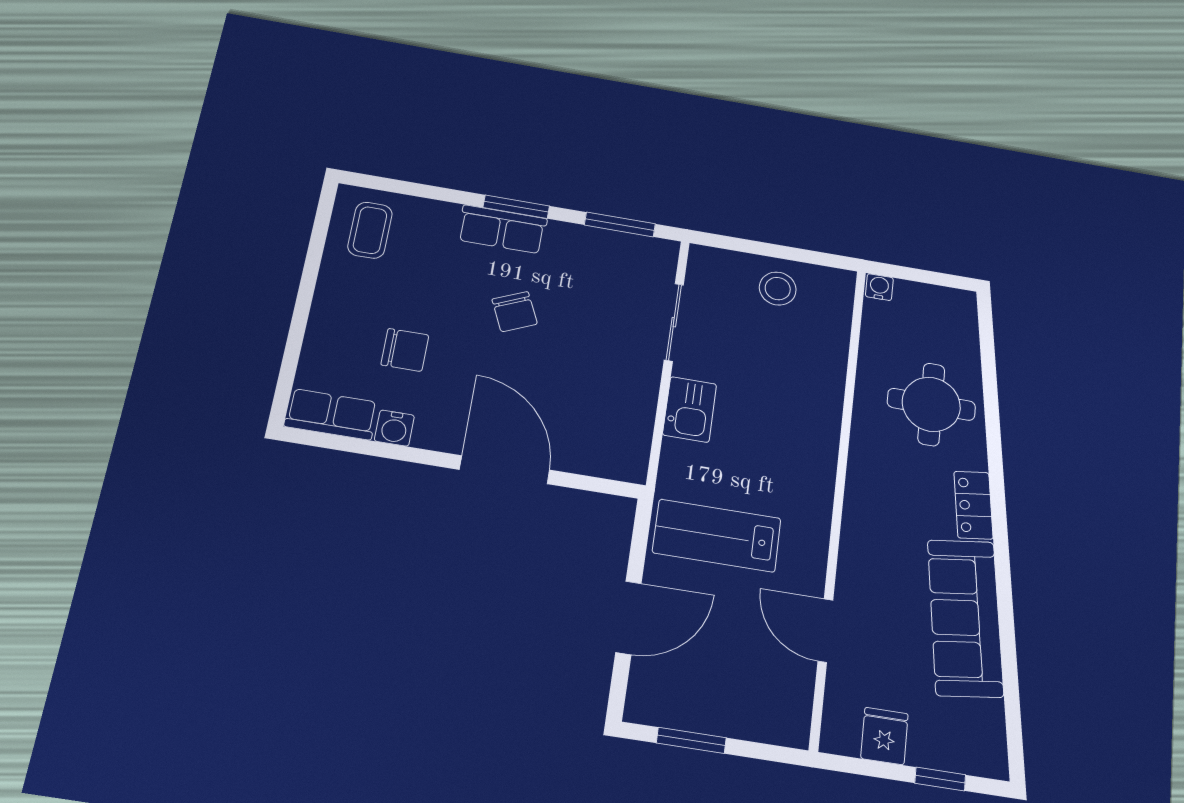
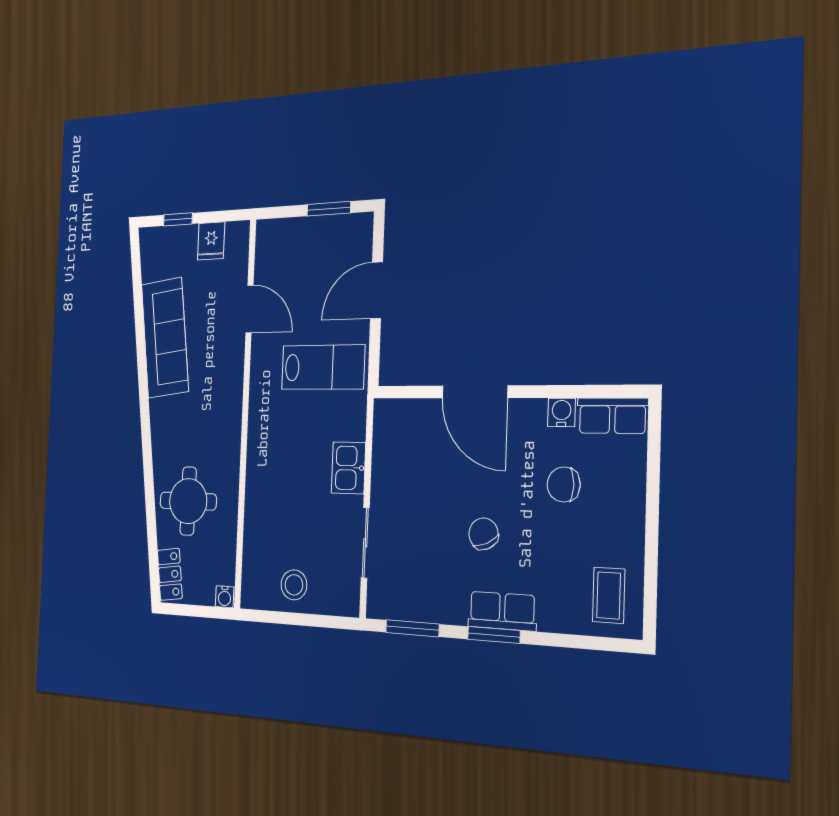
locker: (973, 505) -> (170, 574), moved

